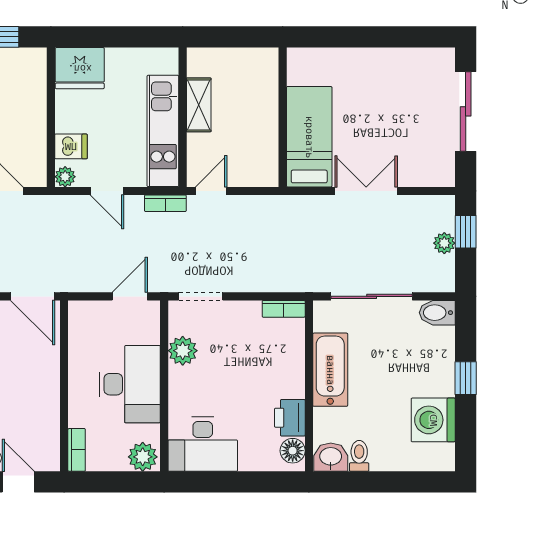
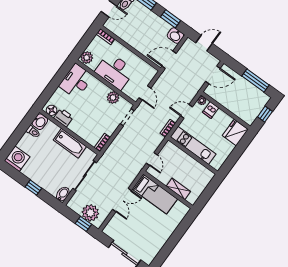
shelving: (199, 105) -> (178, 189), moved
door: (211, 191) -> (152, 159), moved
plant: (444, 243) -> (90, 213), width x1.87, depth x1.87
washing machine: (433, 420) -> (17, 159), moved

